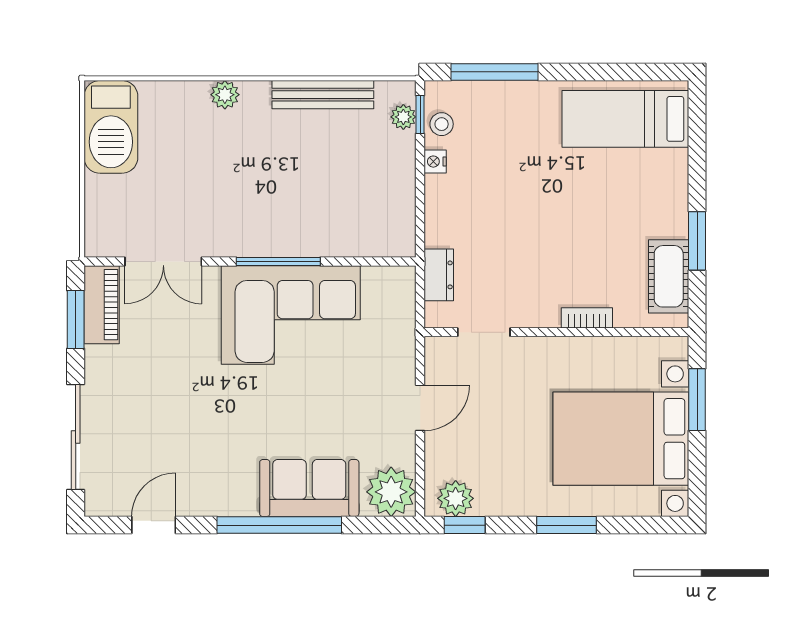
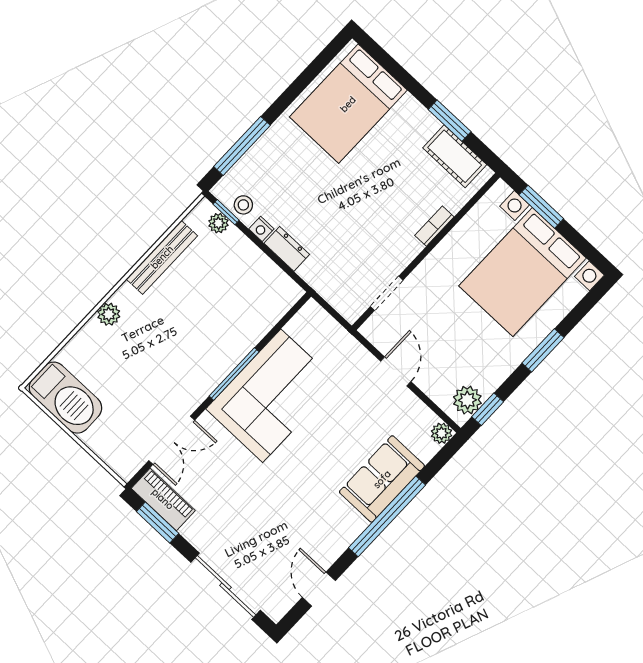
bed: (625, 119) -> (348, 104), width x1.50
dresser: (439, 275) -> (287, 249), moved
plant: (391, 492) -> (442, 433), width x0.53, depth x0.53

